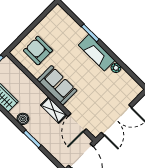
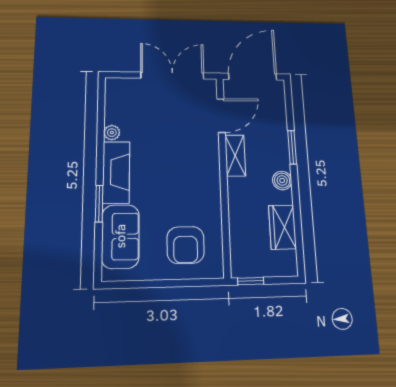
sofa: (57, 85) -> (120, 236), moved, turned 180

